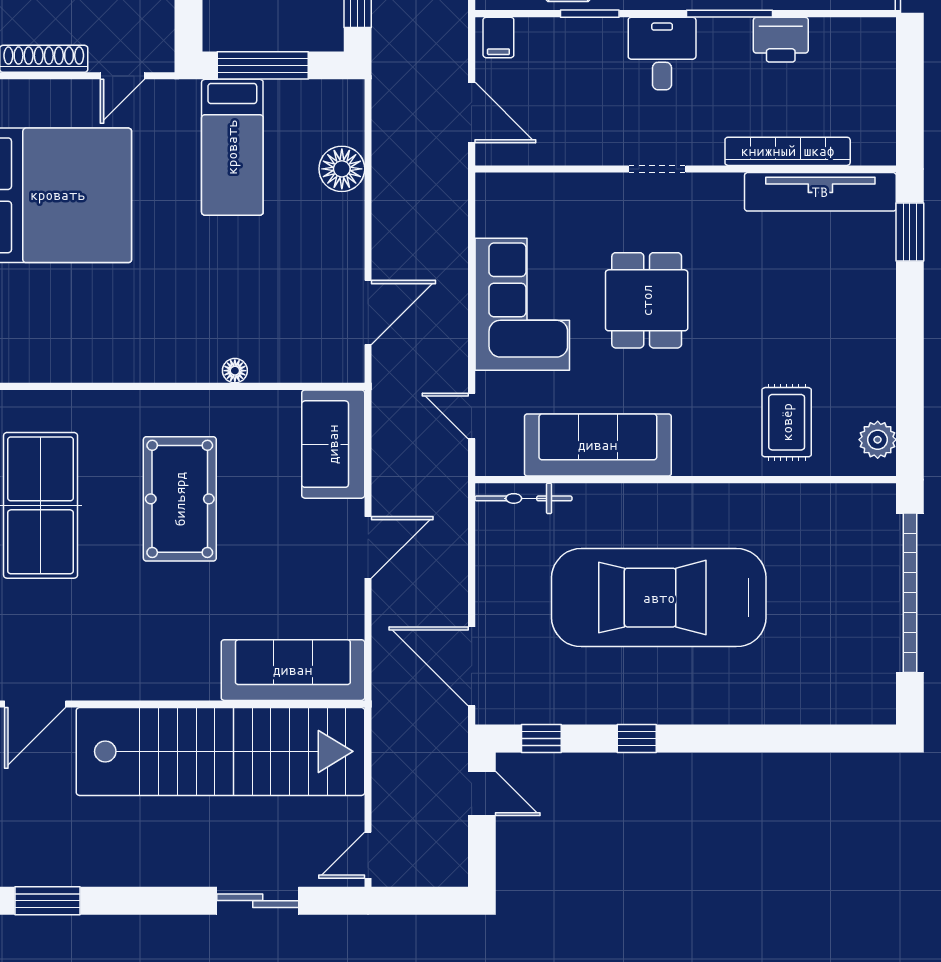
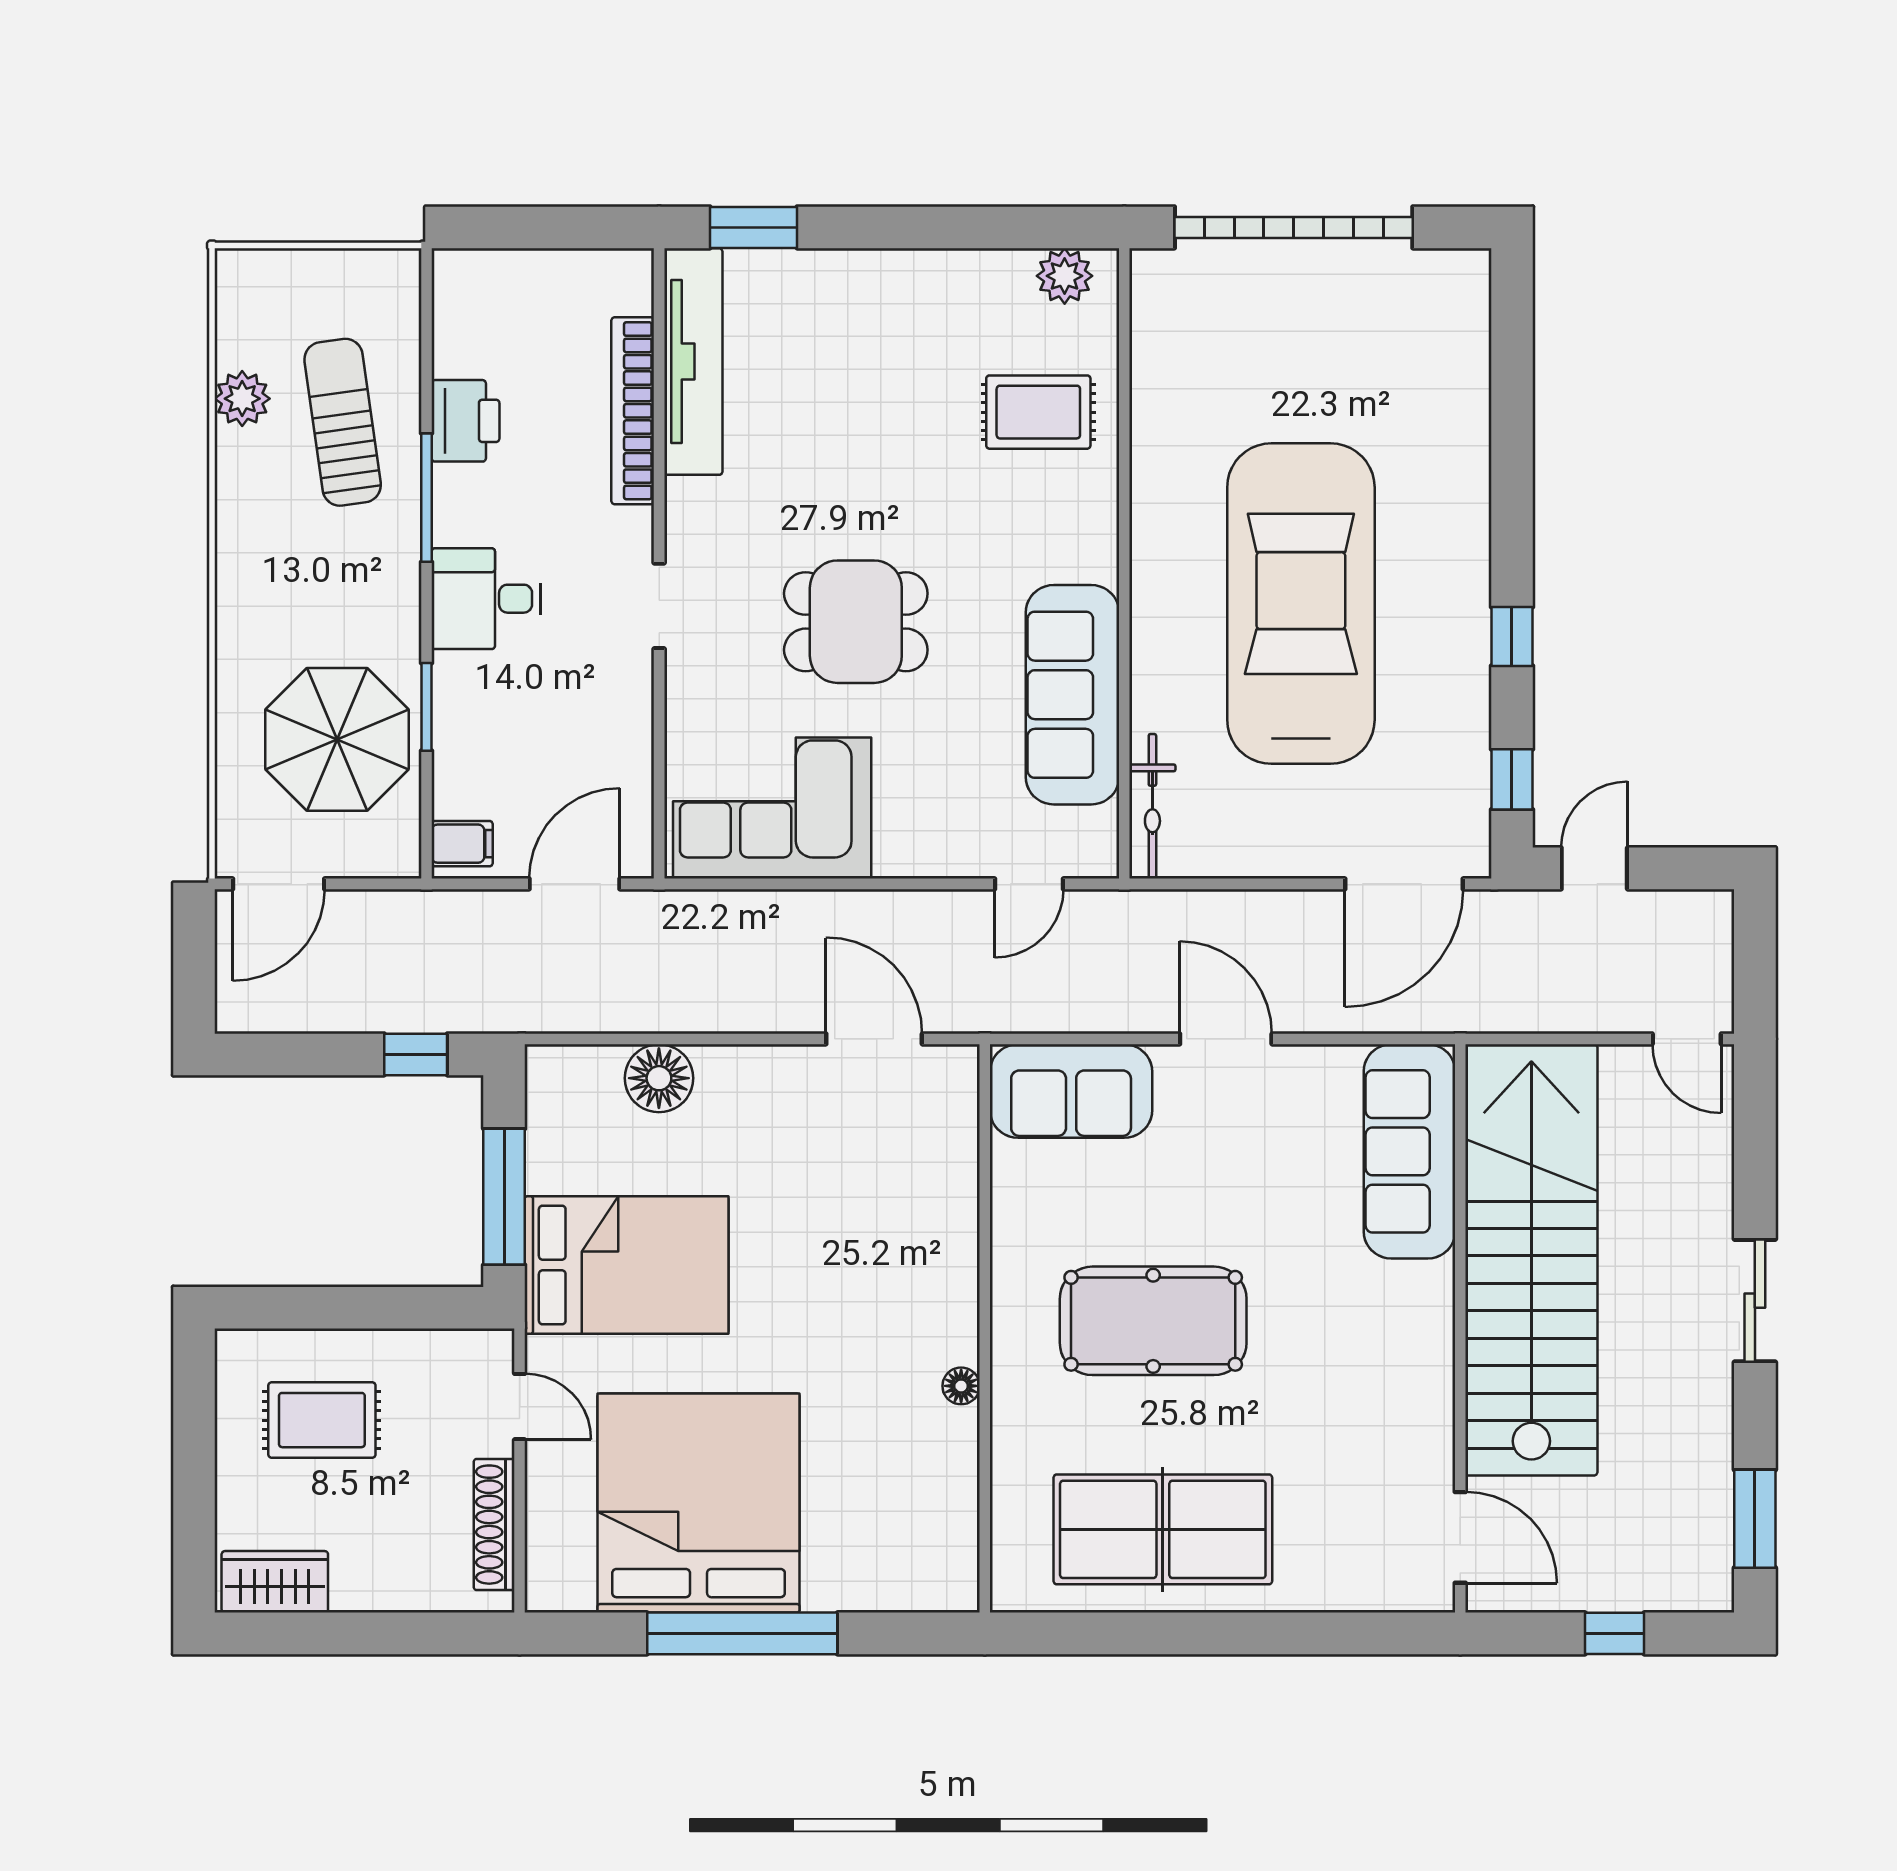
bed: (232, 147) -> (627, 1265), width x1.50
corner sofa: (522, 304) -> (772, 808), moved
floor lamp: (235, 371) -> (961, 1386), moved
car: (659, 598) -> (1301, 604), turned 180
sliding door: (258, 901) -> (1755, 1301), moved

